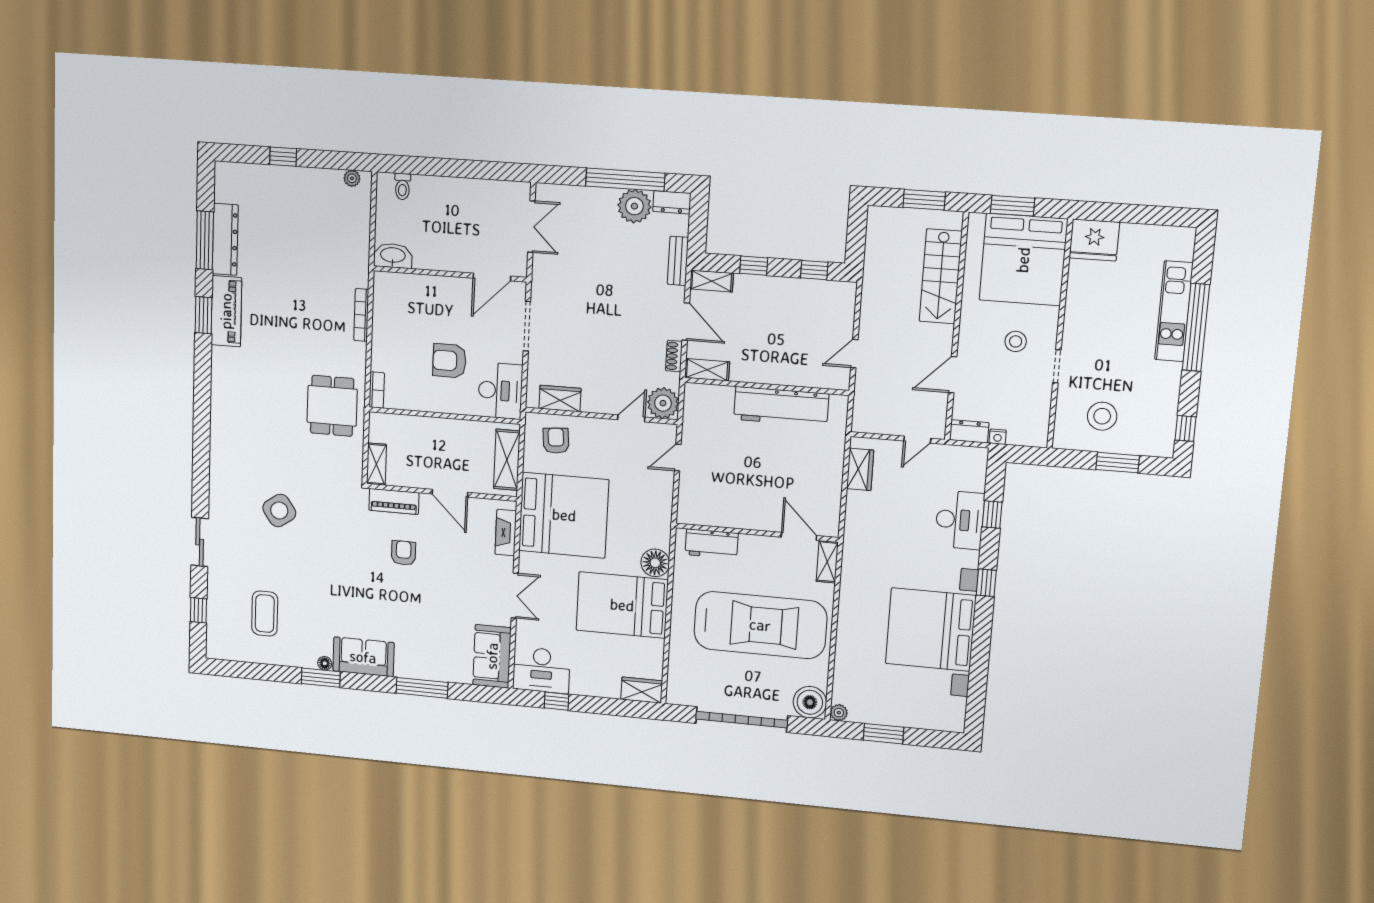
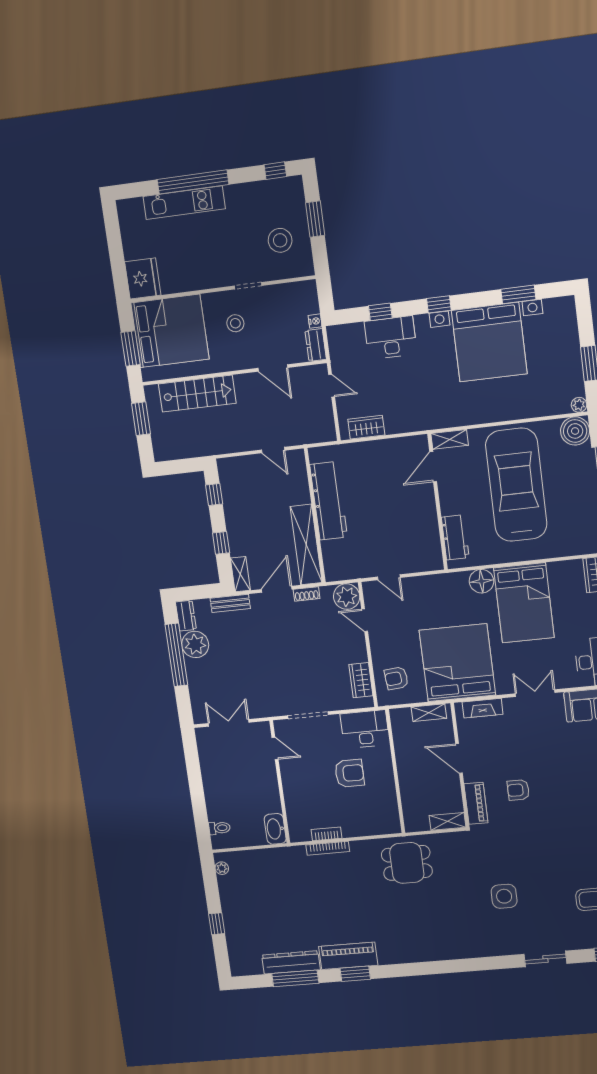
door: (492, 277) -> (275, 748), width x0.73
armchair: (449, 361) -> (349, 773), turned -90
shelving: (707, 370) -> (306, 545), width x2.20, depth x1.33
bookcase: (377, 390) -> (326, 834), moved
shelving: (507, 460) -> (429, 713), width x0.67, depth x0.75
door: (450, 493) -> (459, 758), swing flipped
side table: (279, 511) -> (504, 896), turned 35
window: (978, 673) -> (518, 294), added

